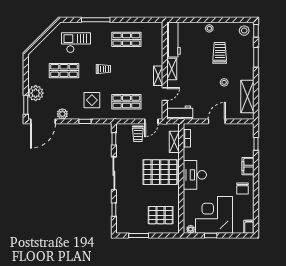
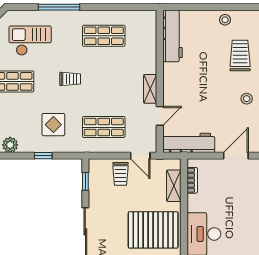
shelving: (172, 69) -> (170, 79), removed
workbench: (180, 113) -> (189, 143), width x1.38
door: (151, 121) -> (140, 156), hinge flipped

